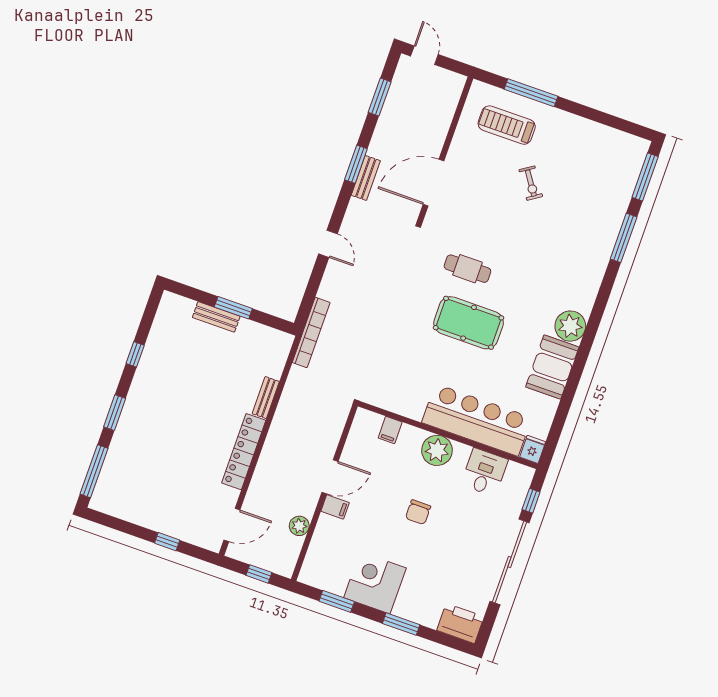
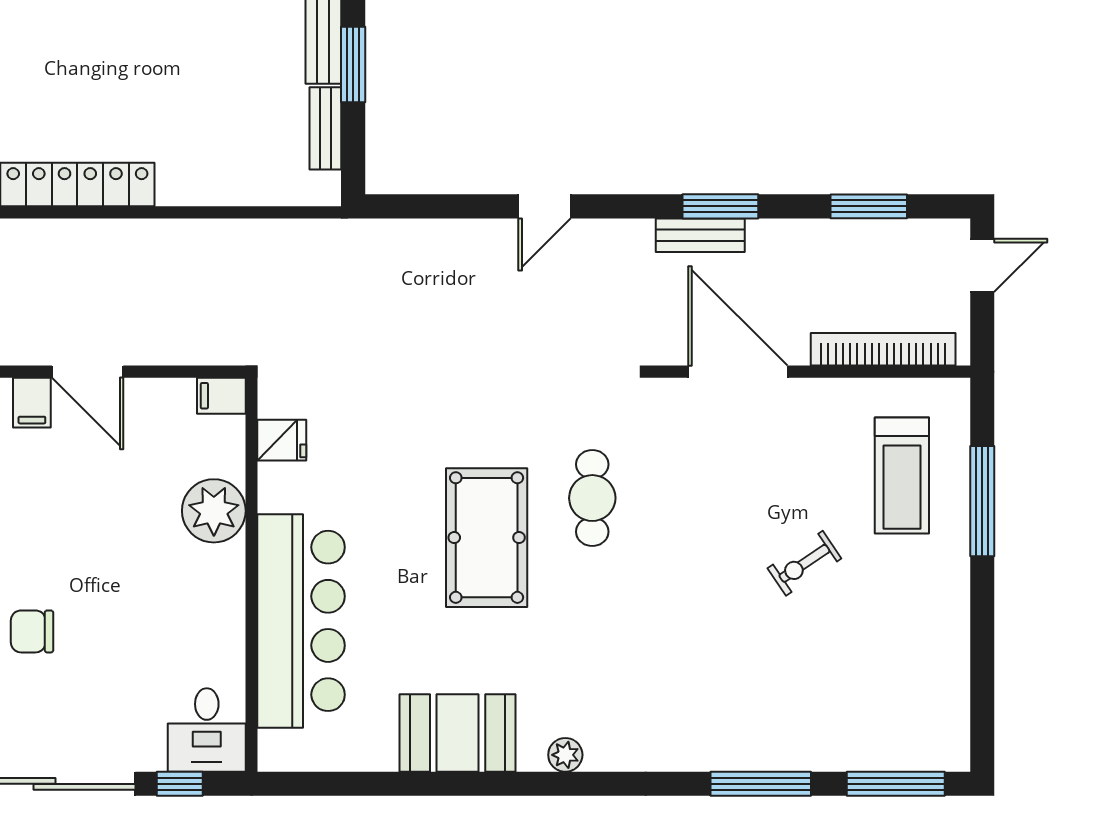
treadmill: (507, 125) -> (902, 476), turned 180
plant: (570, 326) -> (565, 755), width x0.53, depth x0.53
bookcase: (311, 332) -> (883, 349), moved, turned 180
bench: (266, 398) -> (325, 128), moved, turned 90
filing cabinet: (390, 430) -> (221, 396), moved
fridge: (533, 449) -> (282, 440), moved
plant: (437, 450) -> (214, 511), moved
desk: (484, 472) -> (207, 730), moved, turned 90
chair: (418, 512) -> (32, 631), moved

